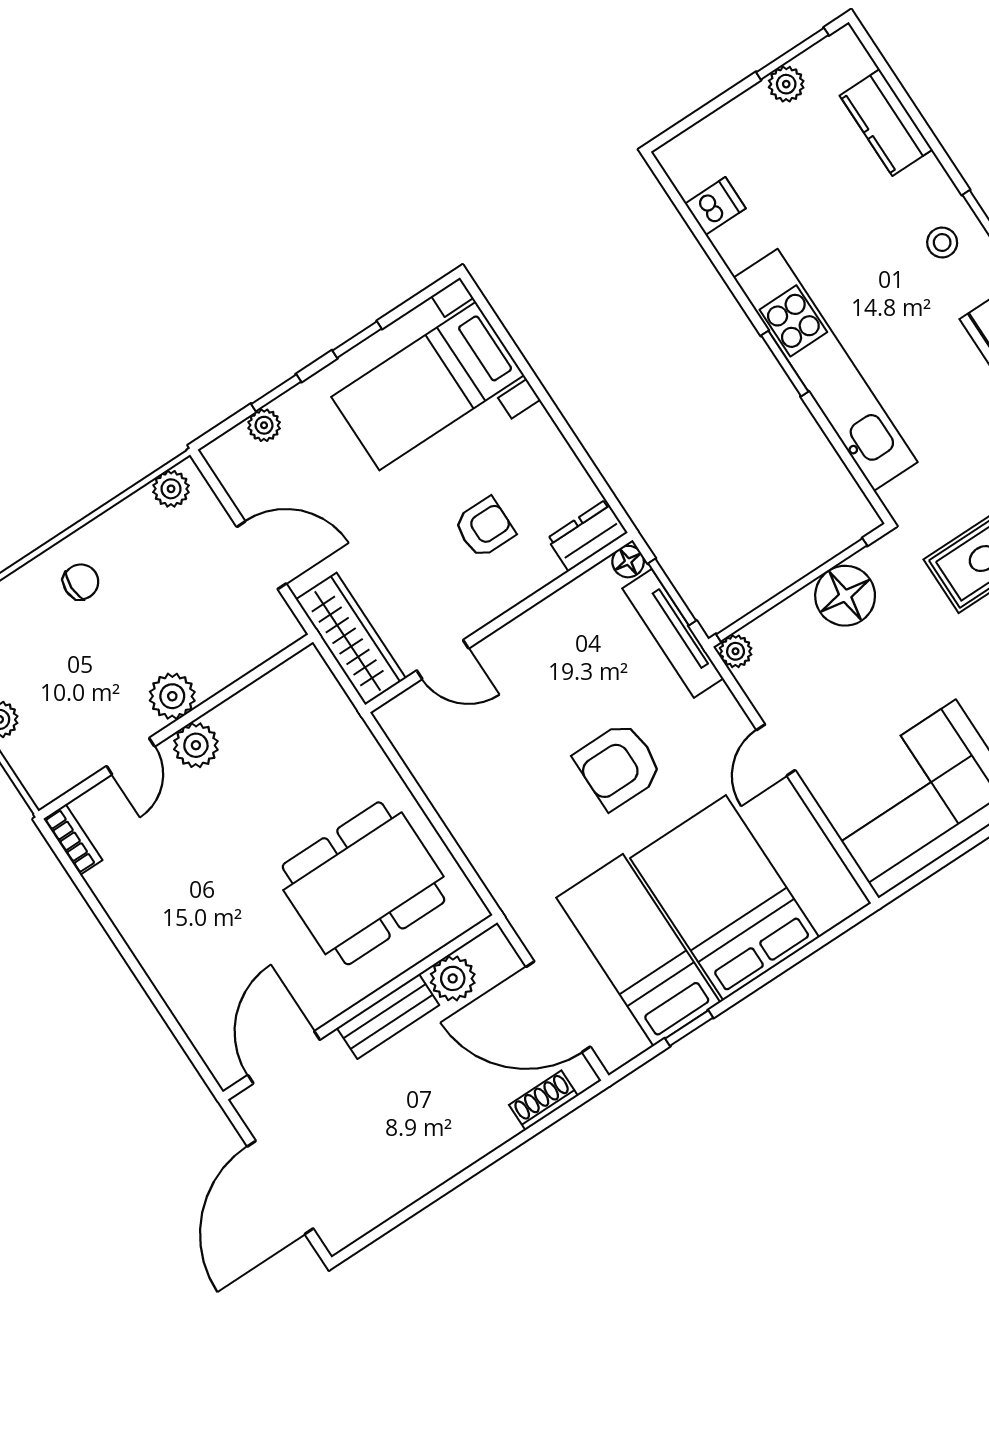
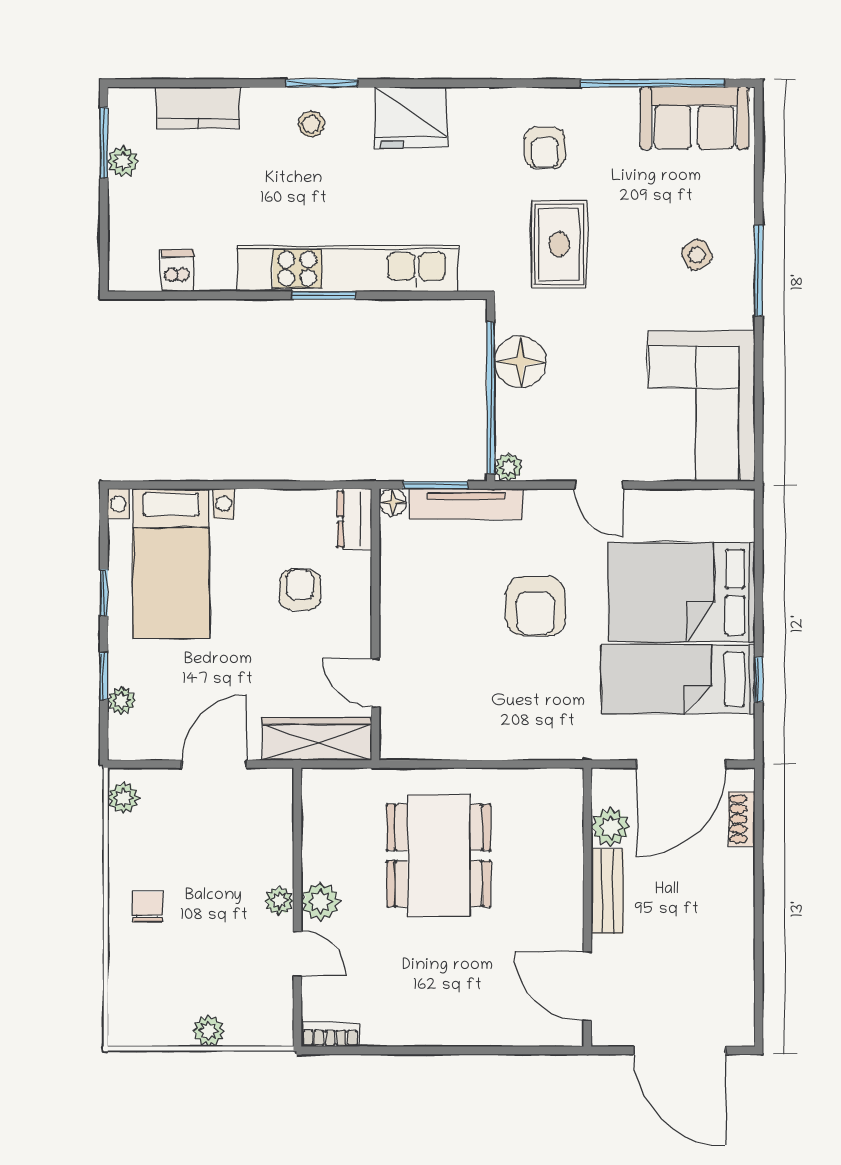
door: (443, 659) -> (375, 683), swing flipped
plant: (172, 696) -> (279, 901), width x0.73, depth x0.73
dining table: (363, 883) -> (439, 855), moved

